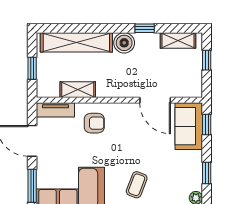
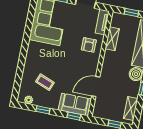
coffee table: (137, 185) -> (45, 82), moved

